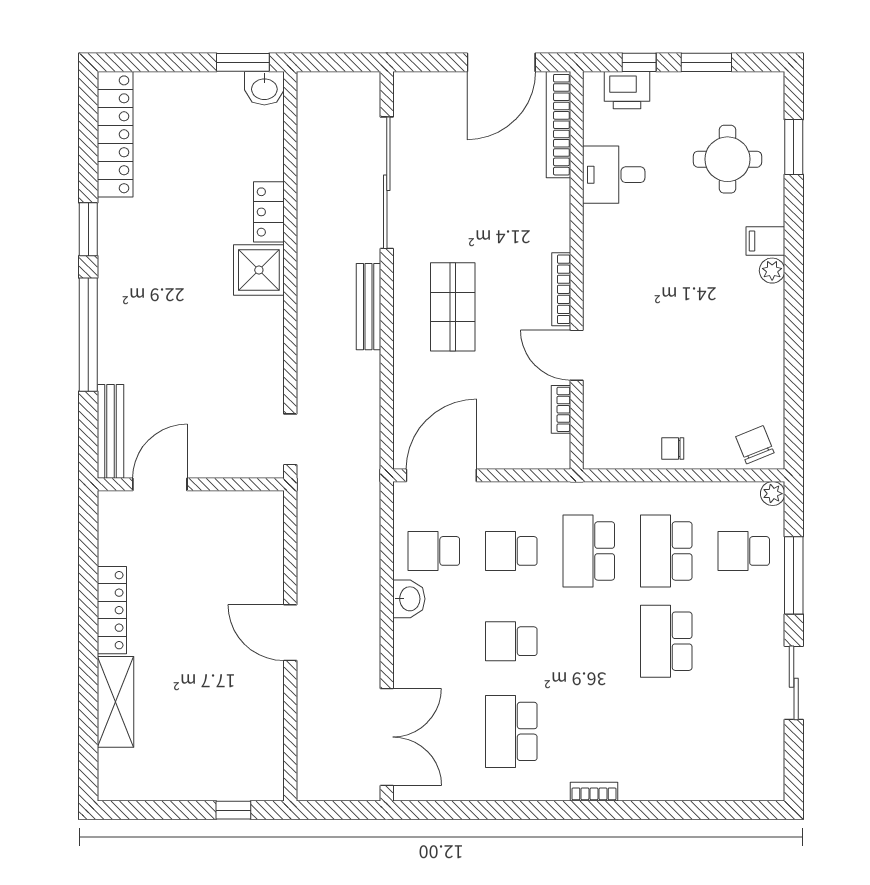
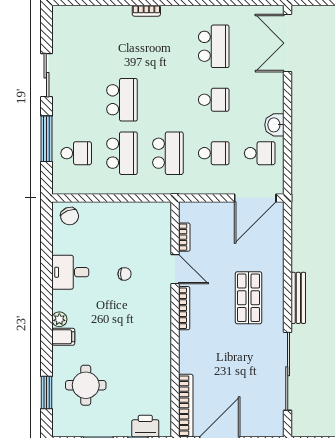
desk: (614, 175) -> (70, 272), moved, turned 180
chair: (673, 448) -> (125, 274), moved
plant: (773, 494) -> (59, 187), removed
bookcase: (594, 792) -> (146, 11), moved

